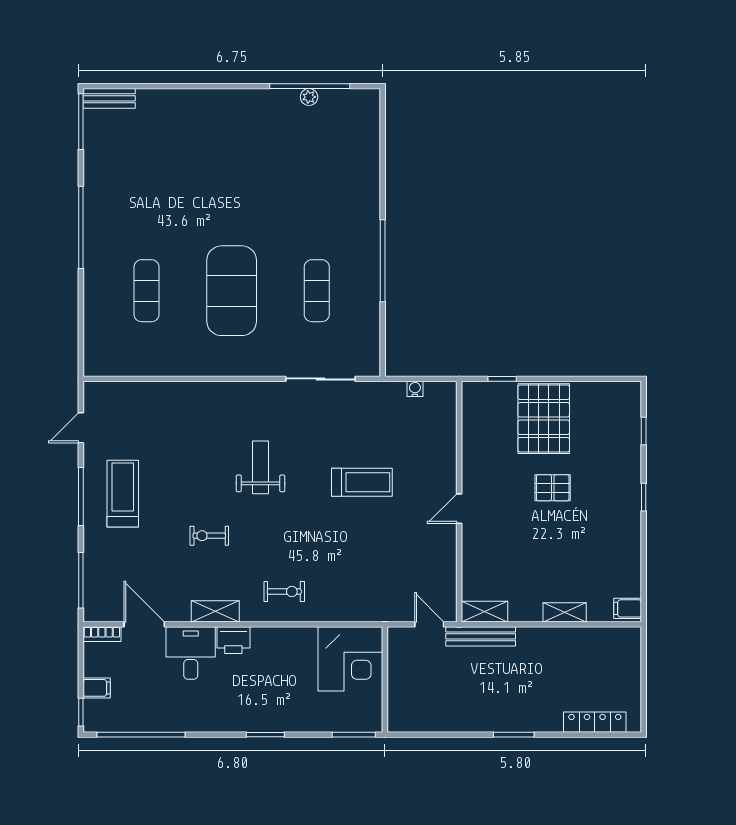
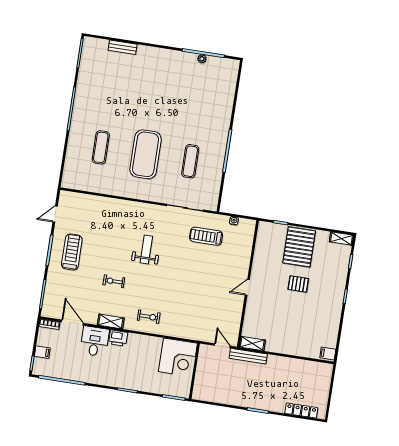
bench: (109, 98) -> (123, 47), moved
treadmill: (362, 482) -> (206, 236), moved, turned 180
shelving: (565, 612) -> (341, 238), moved

